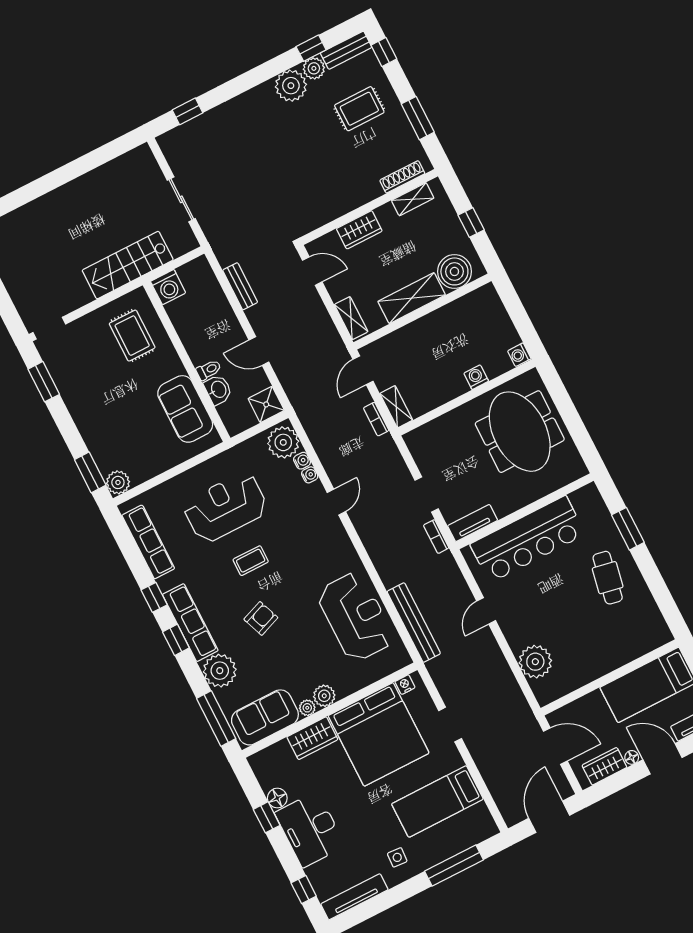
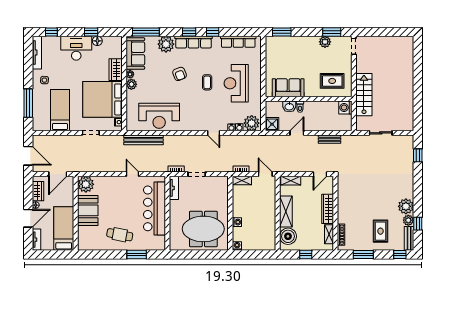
wardrobe: (359, 230) -> (328, 209), width x1.50
plant: (118, 482) -> (325, 42), moved
reception desk: (225, 507) -> (236, 83), turned 180
booth: (593, 658) -> (88, 210), added
plant: (535, 662) -> (86, 184), moved

